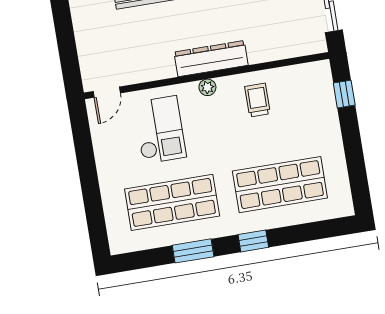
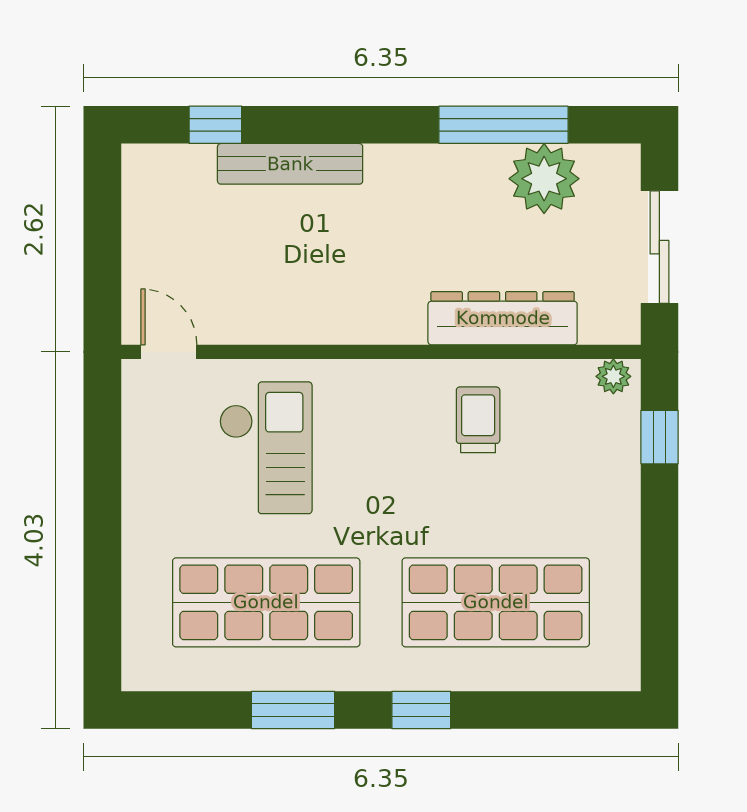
dresser: (211, 59) -> (503, 318), moved
plant: (207, 87) -> (613, 376), moved
door: (107, 92) -> (169, 352), swing flipped

